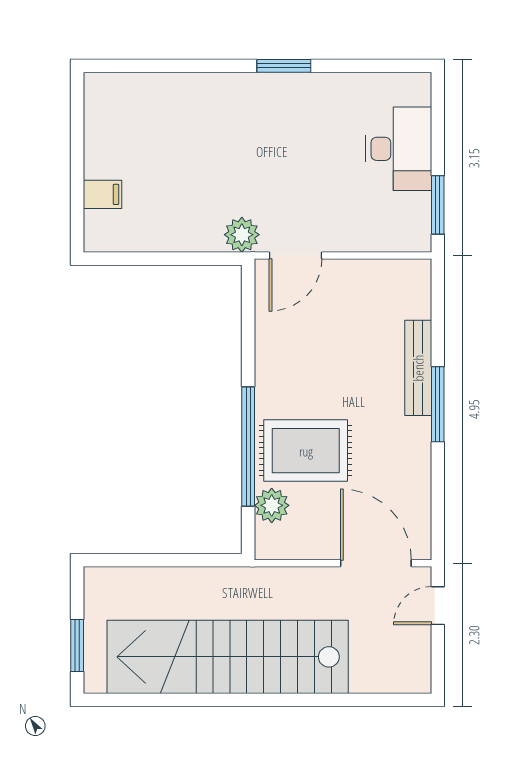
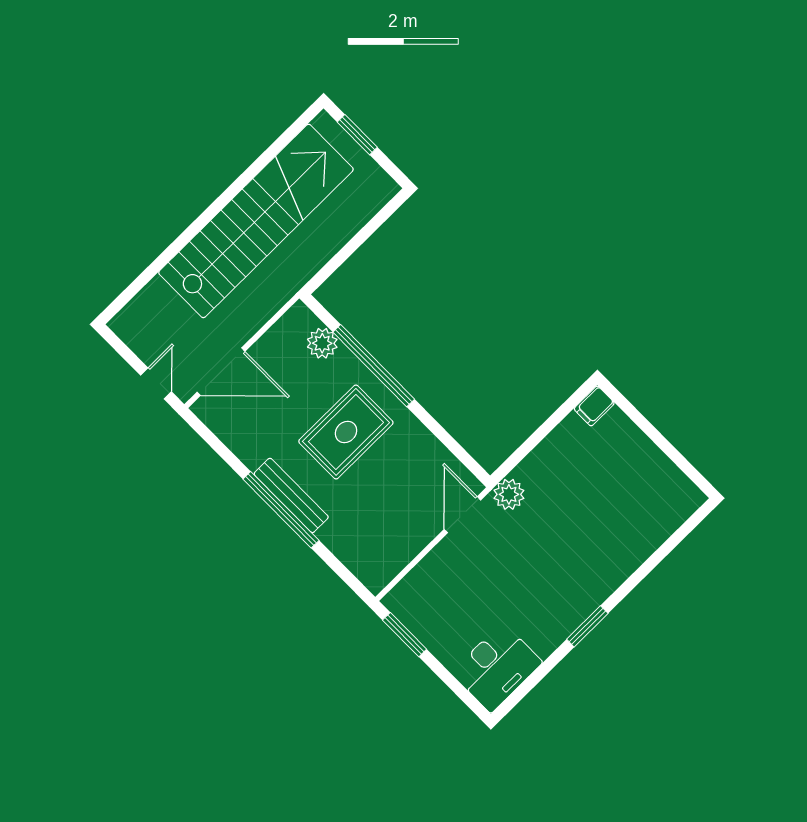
desk: (399, 149) -> (497, 667), moved, turned -90
filing cabinet: (103, 194) -> (594, 406), moved
bench: (418, 368) -> (291, 495), moved
window: (438, 404) -> (281, 510), width x1.46
rug: (306, 451) -> (346, 432), moved

